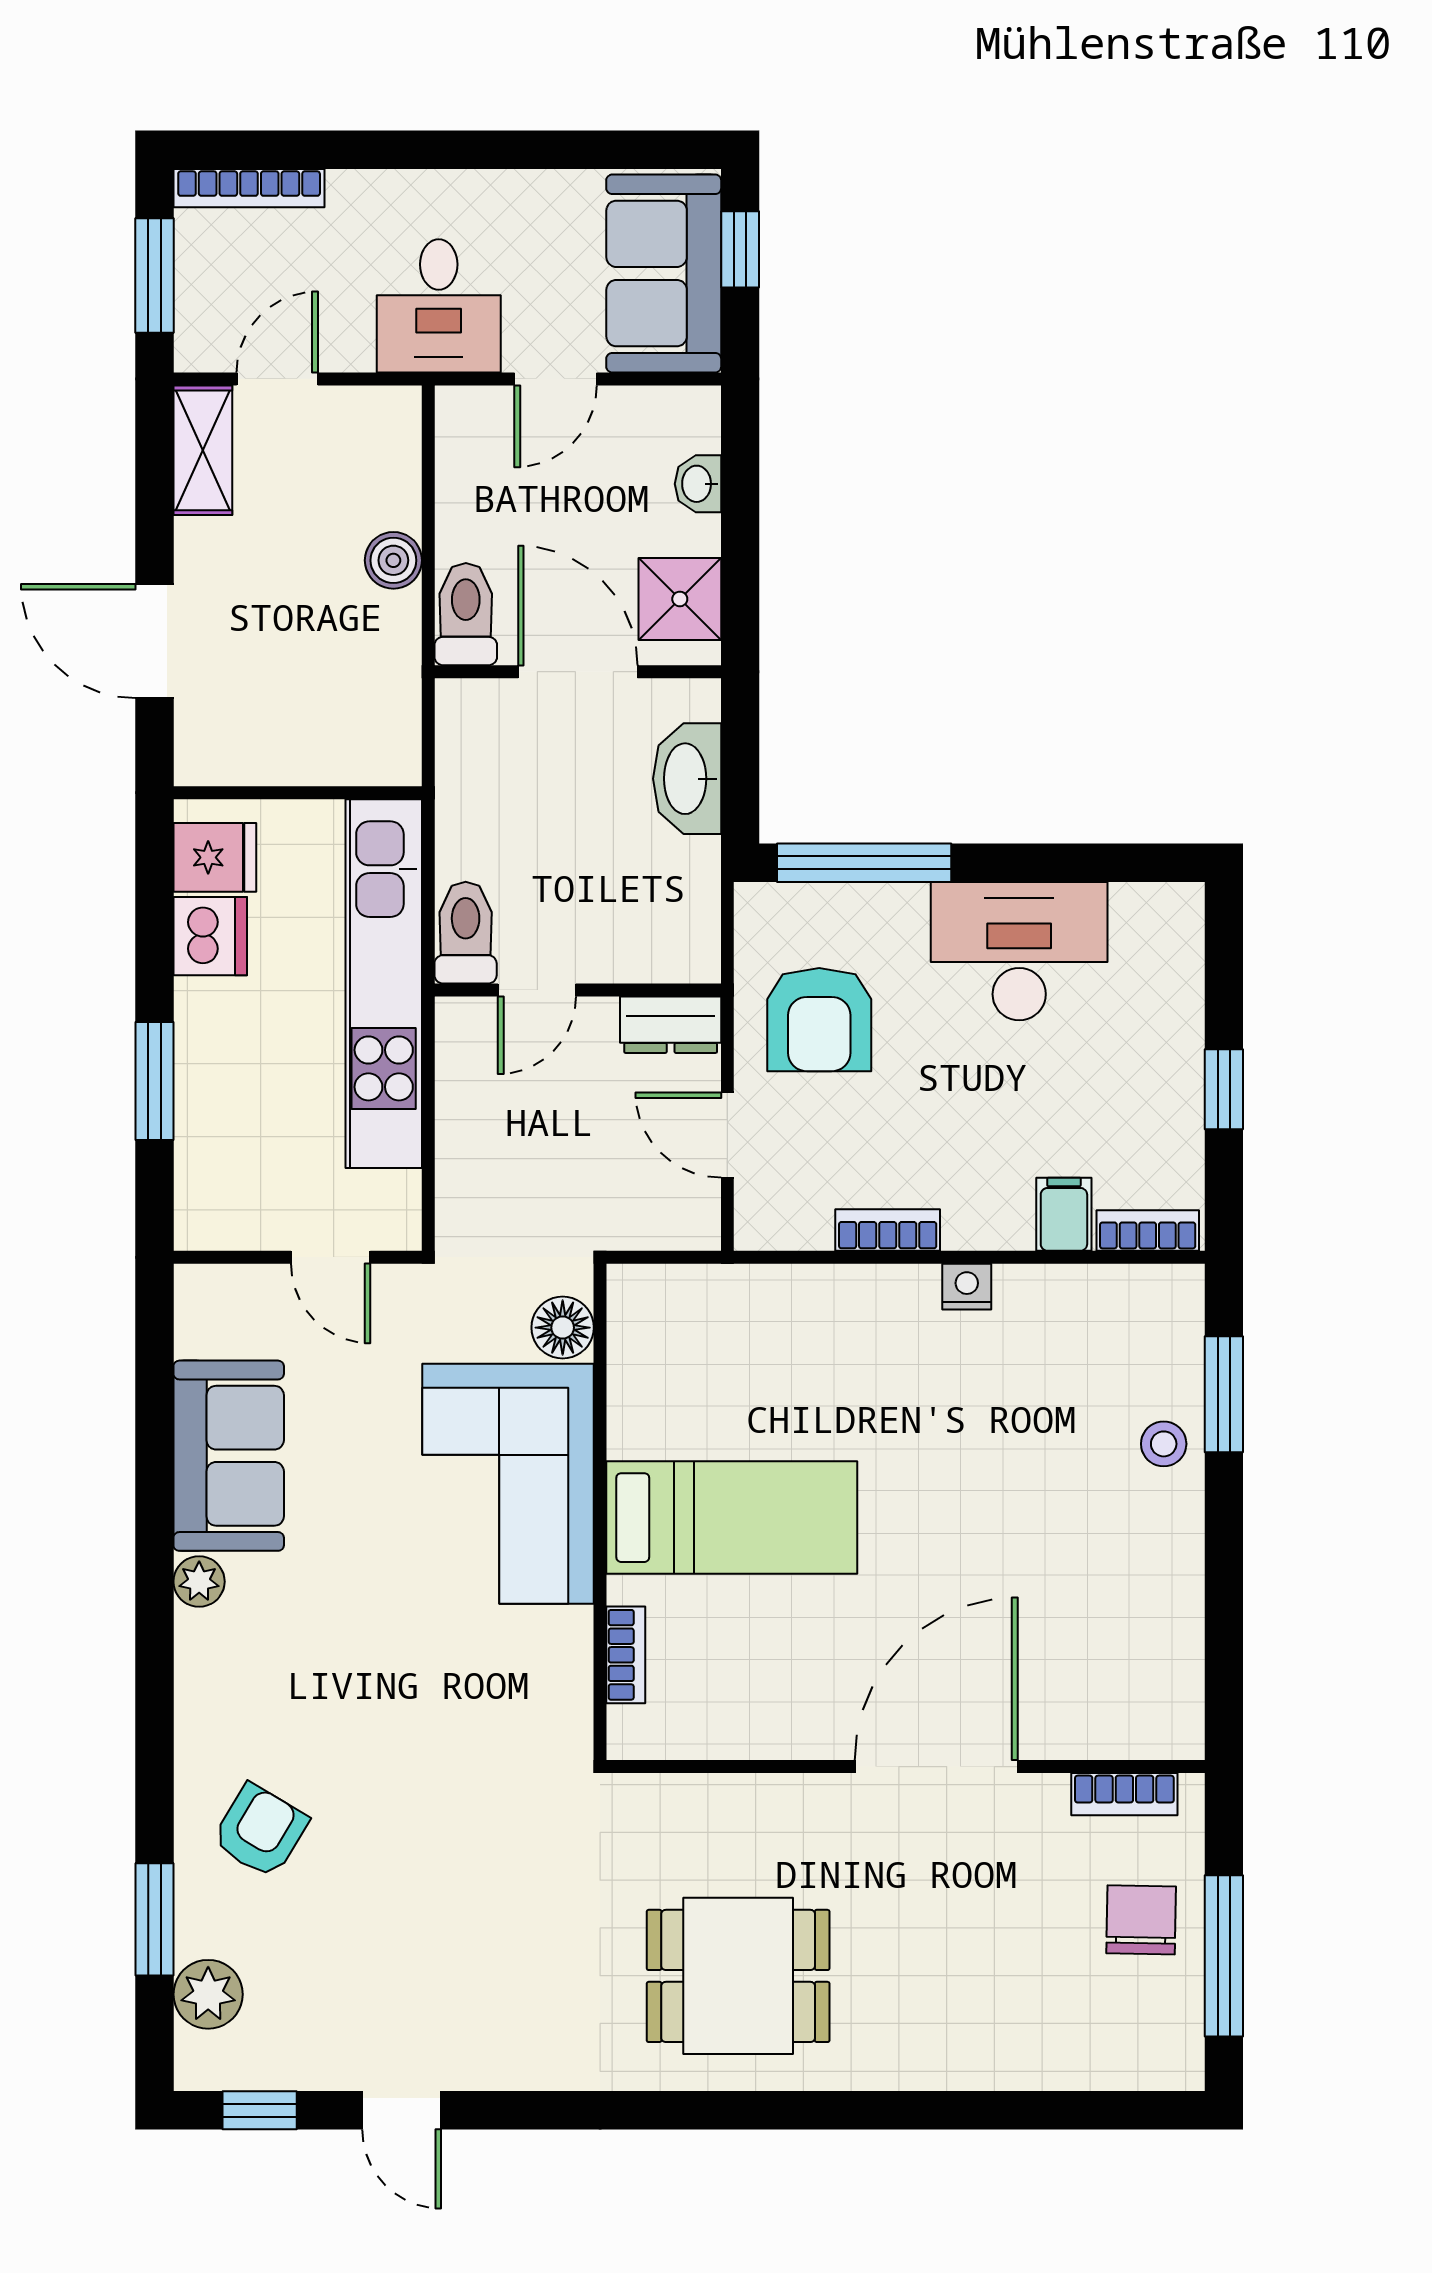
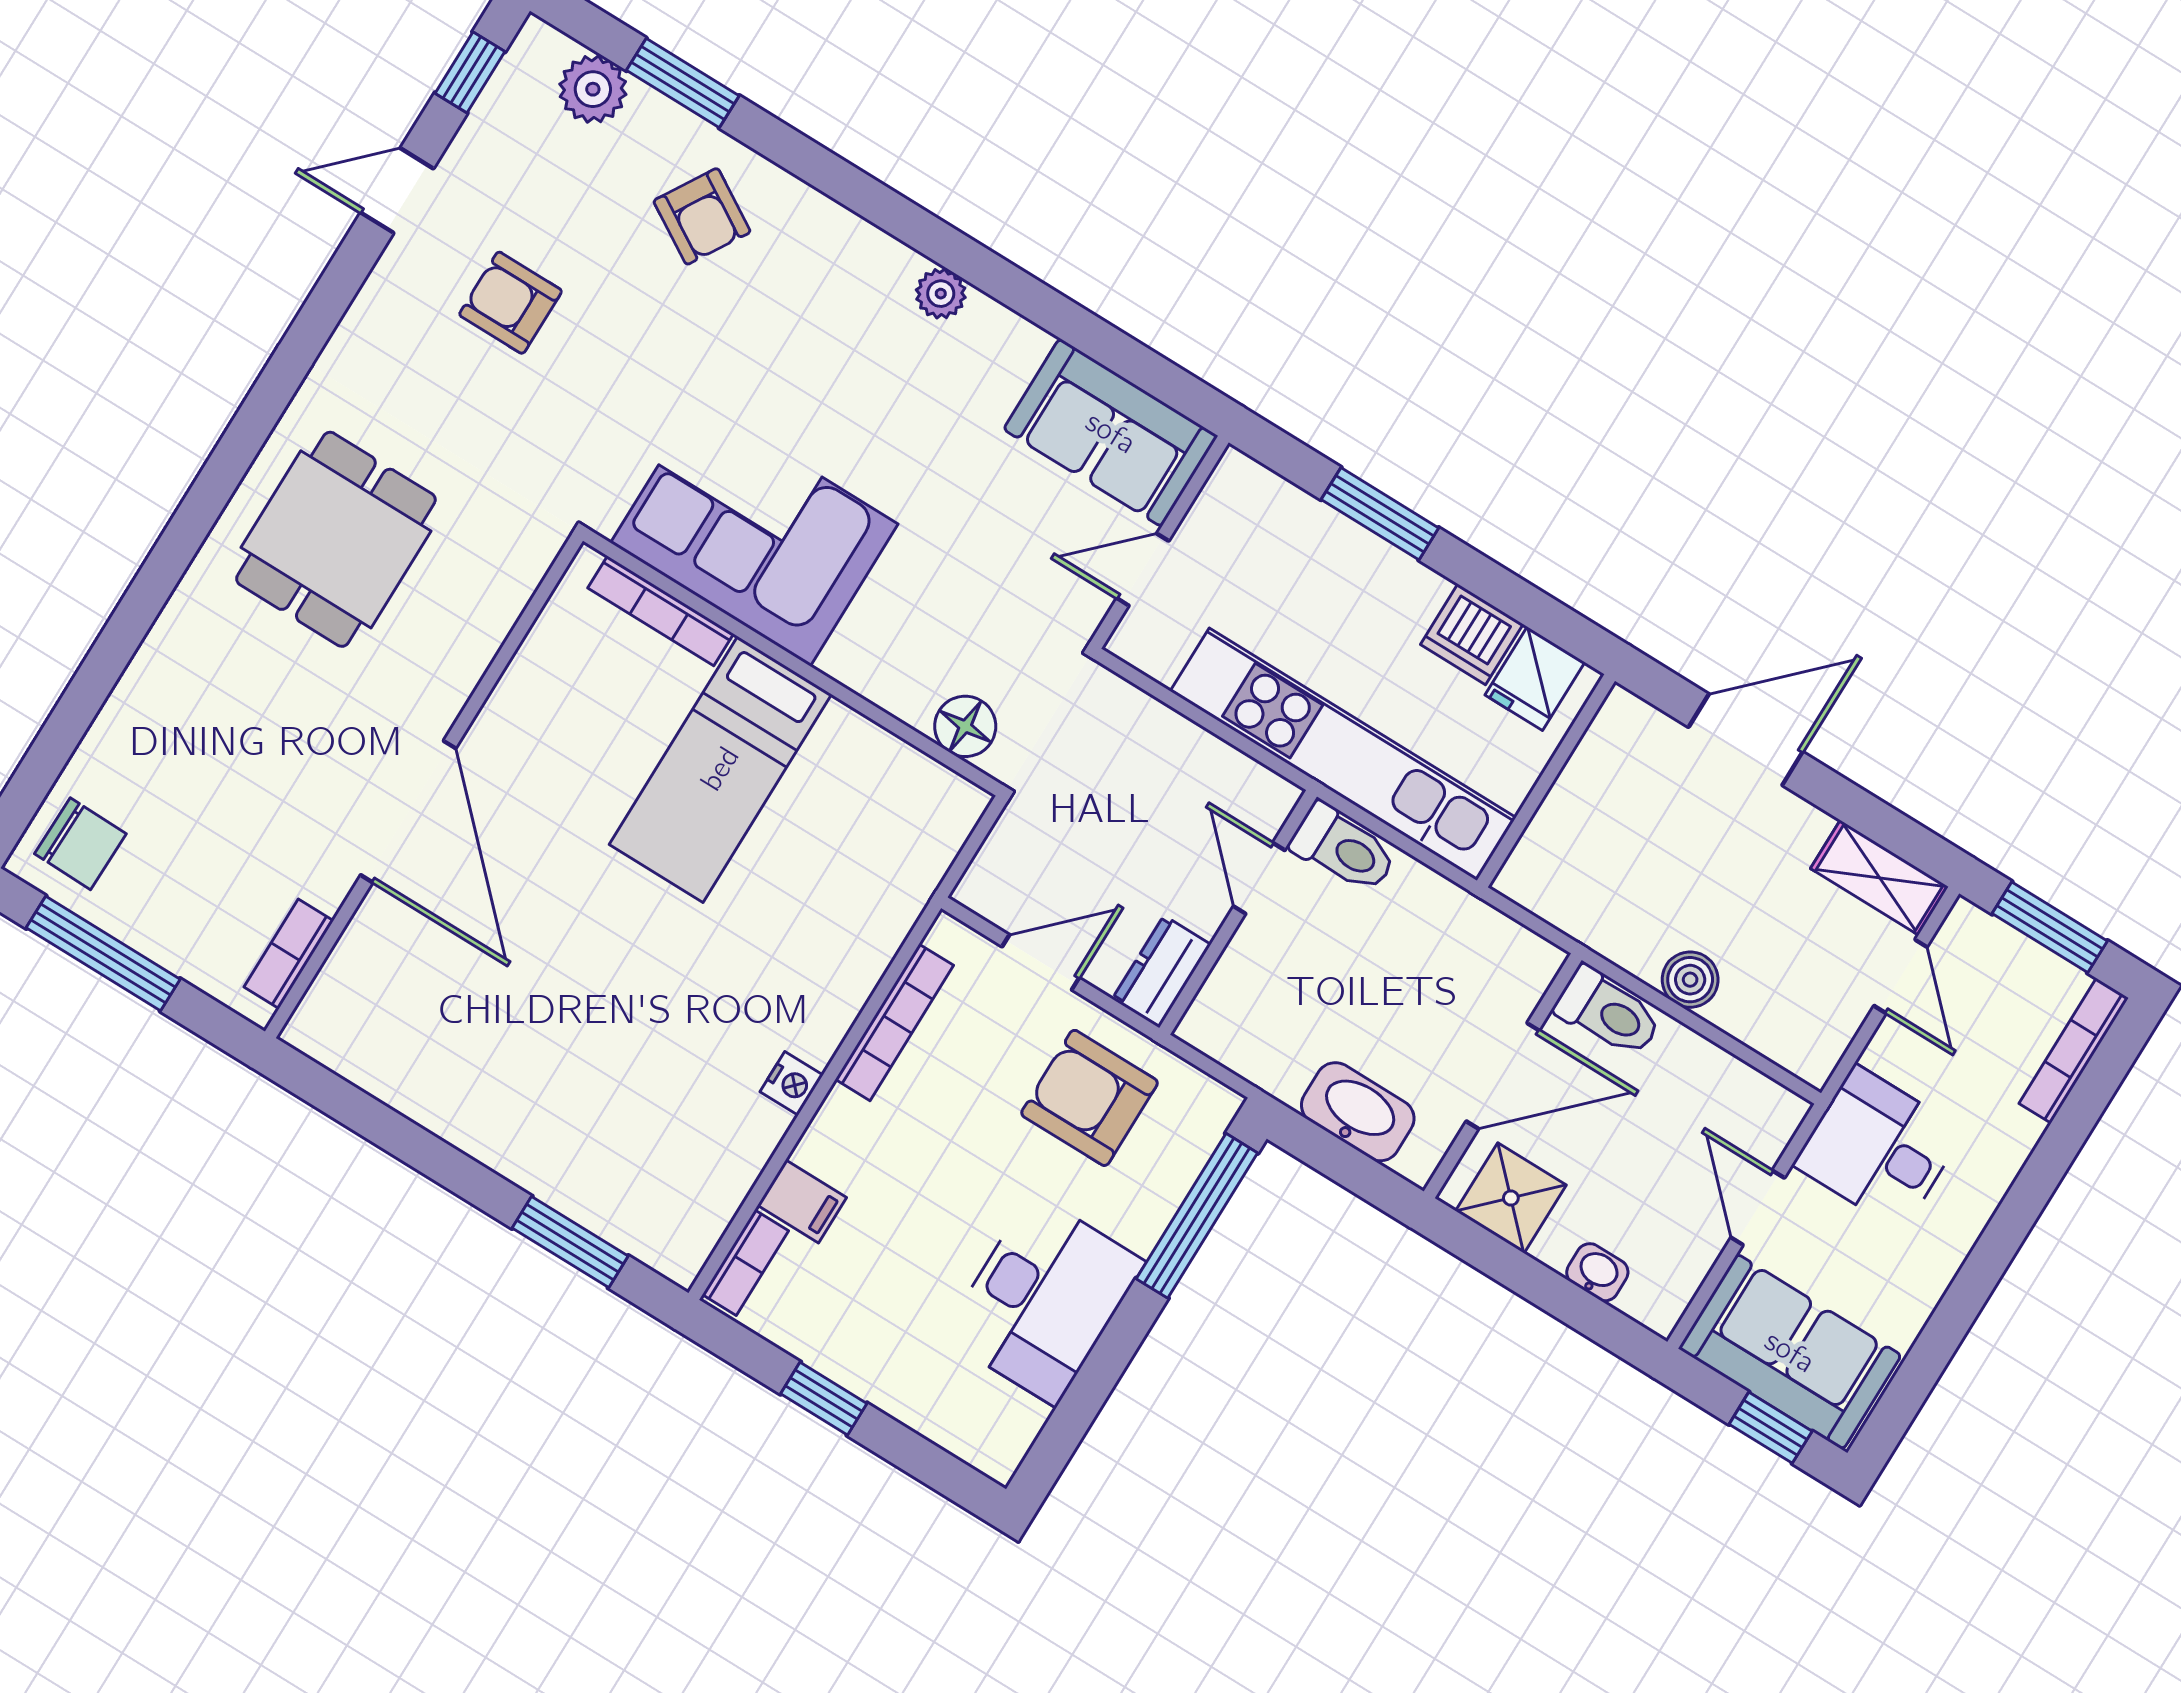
bookcase: (888, 1230) -> (894, 1022), width x1.56
stool: (1164, 1444) -> (560, 1166), removed
sofa: (229, 1456) -> (1111, 433), moved
corner sofa: (508, 1484) -> (754, 533), moved
bookcase: (626, 1655) -> (661, 611), width x1.56
chair: (1141, 1920) -> (80, 844), moved
armchair: (438, 1951) -> (511, 303), added

